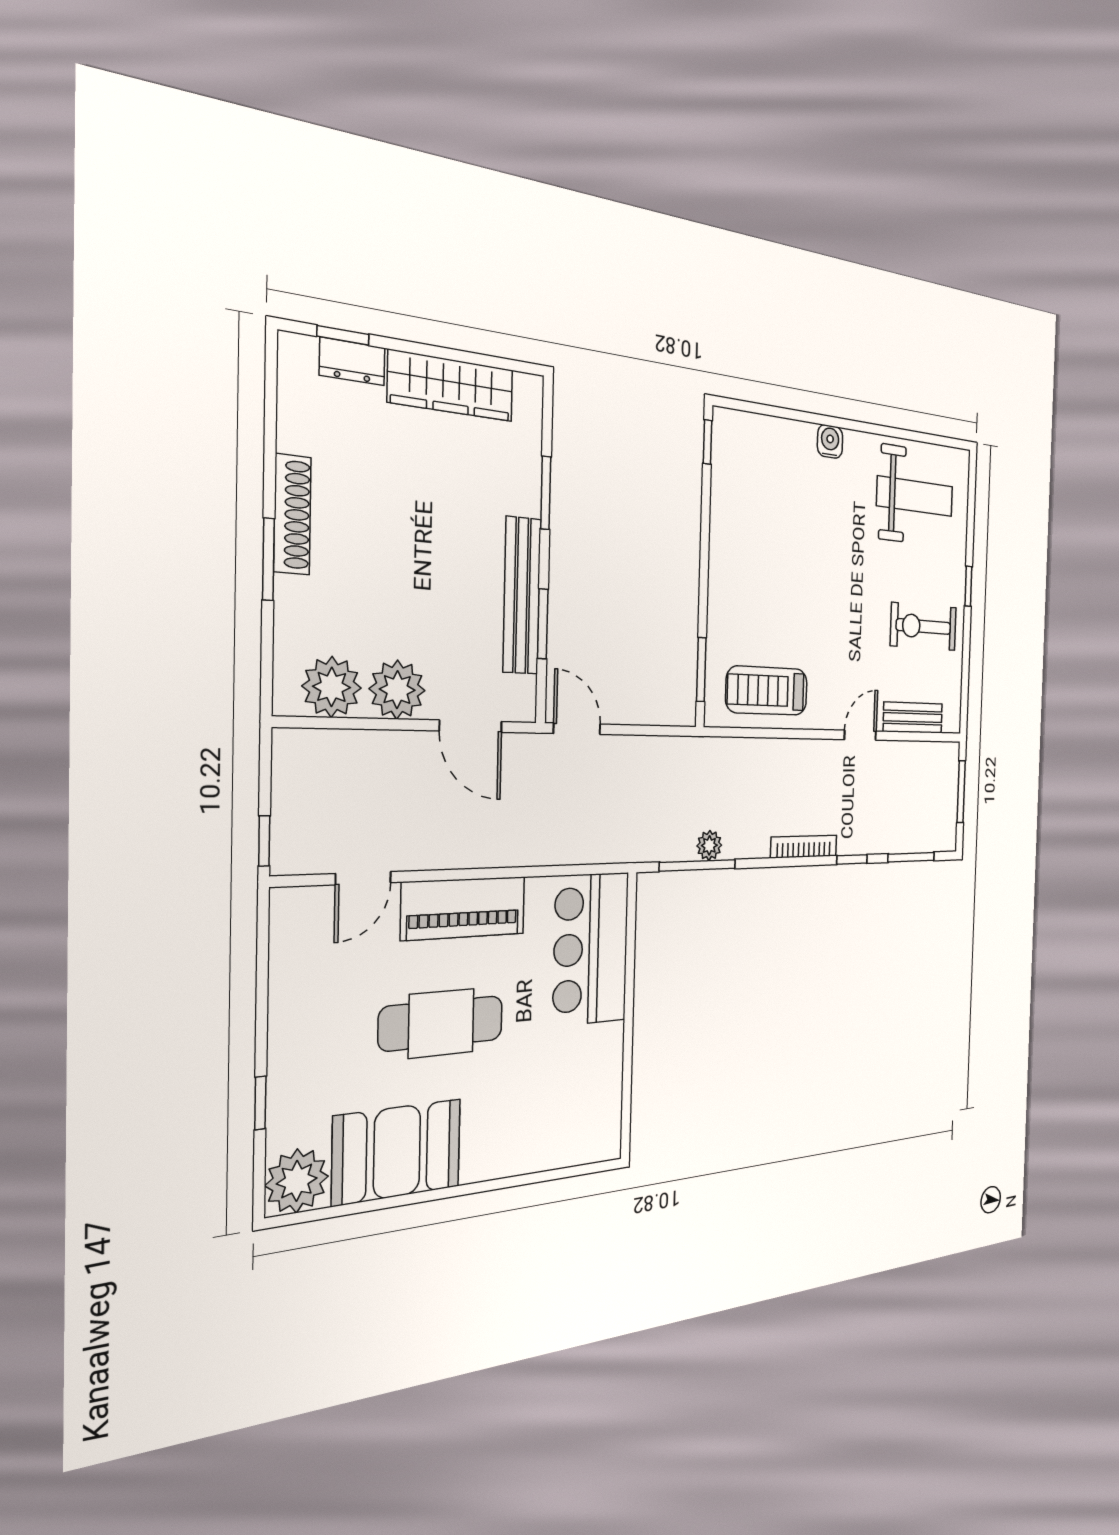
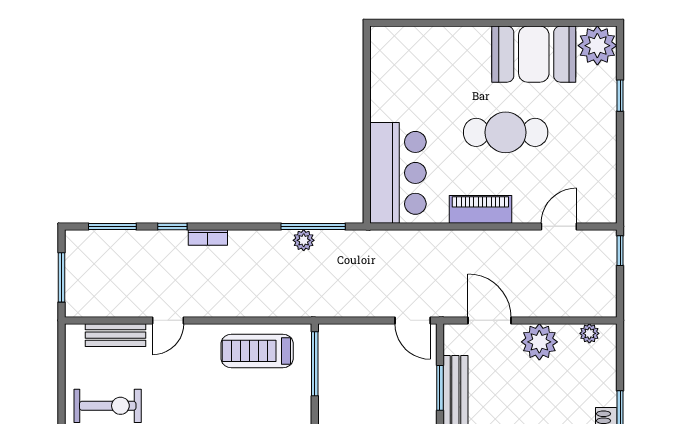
window: (701, 670) -> (315, 364), width x1.44
plant: (332, 687) -> (589, 333), width x0.53, depth x0.53
treadmill: (767, 691) -> (257, 351), turned 180
bookcase: (804, 847) -> (208, 237), width x0.64
piano: (464, 908) -> (480, 209), width x0.73, depth x0.75

